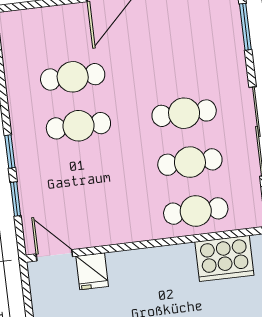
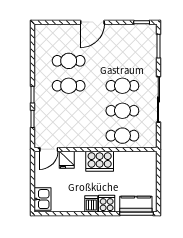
door: (54, 255) -> (49, 149), swing flipped
cooker: (224, 258) -> (100, 161), moved

